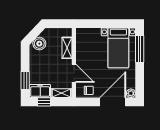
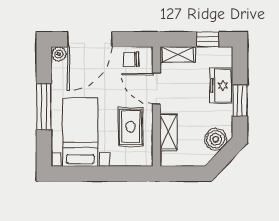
window: (140, 49) -> (44, 107), moved
rug: (89, 51) -> (131, 127), added
window: (25, 81) -> (240, 101), moved
freezer: (40, 91) -> (221, 86), moved, turned 90

